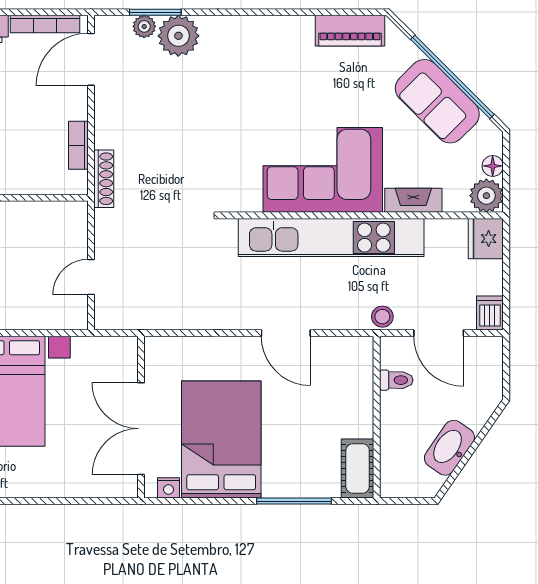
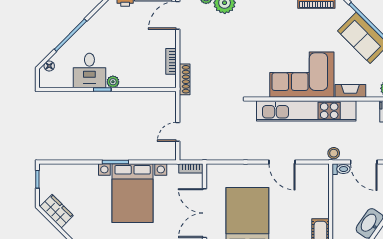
bookcase: (116, 345) -> (191, 168), added
toilet: (396, 380) -> (341, 169), moved

